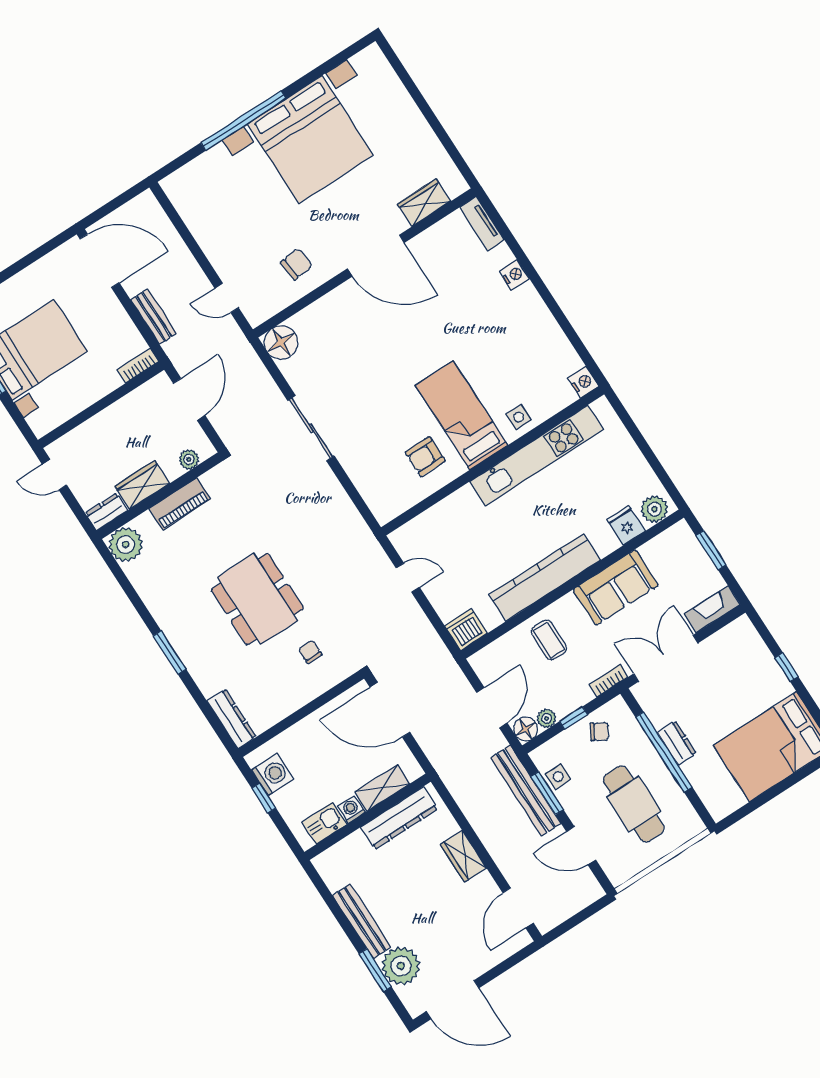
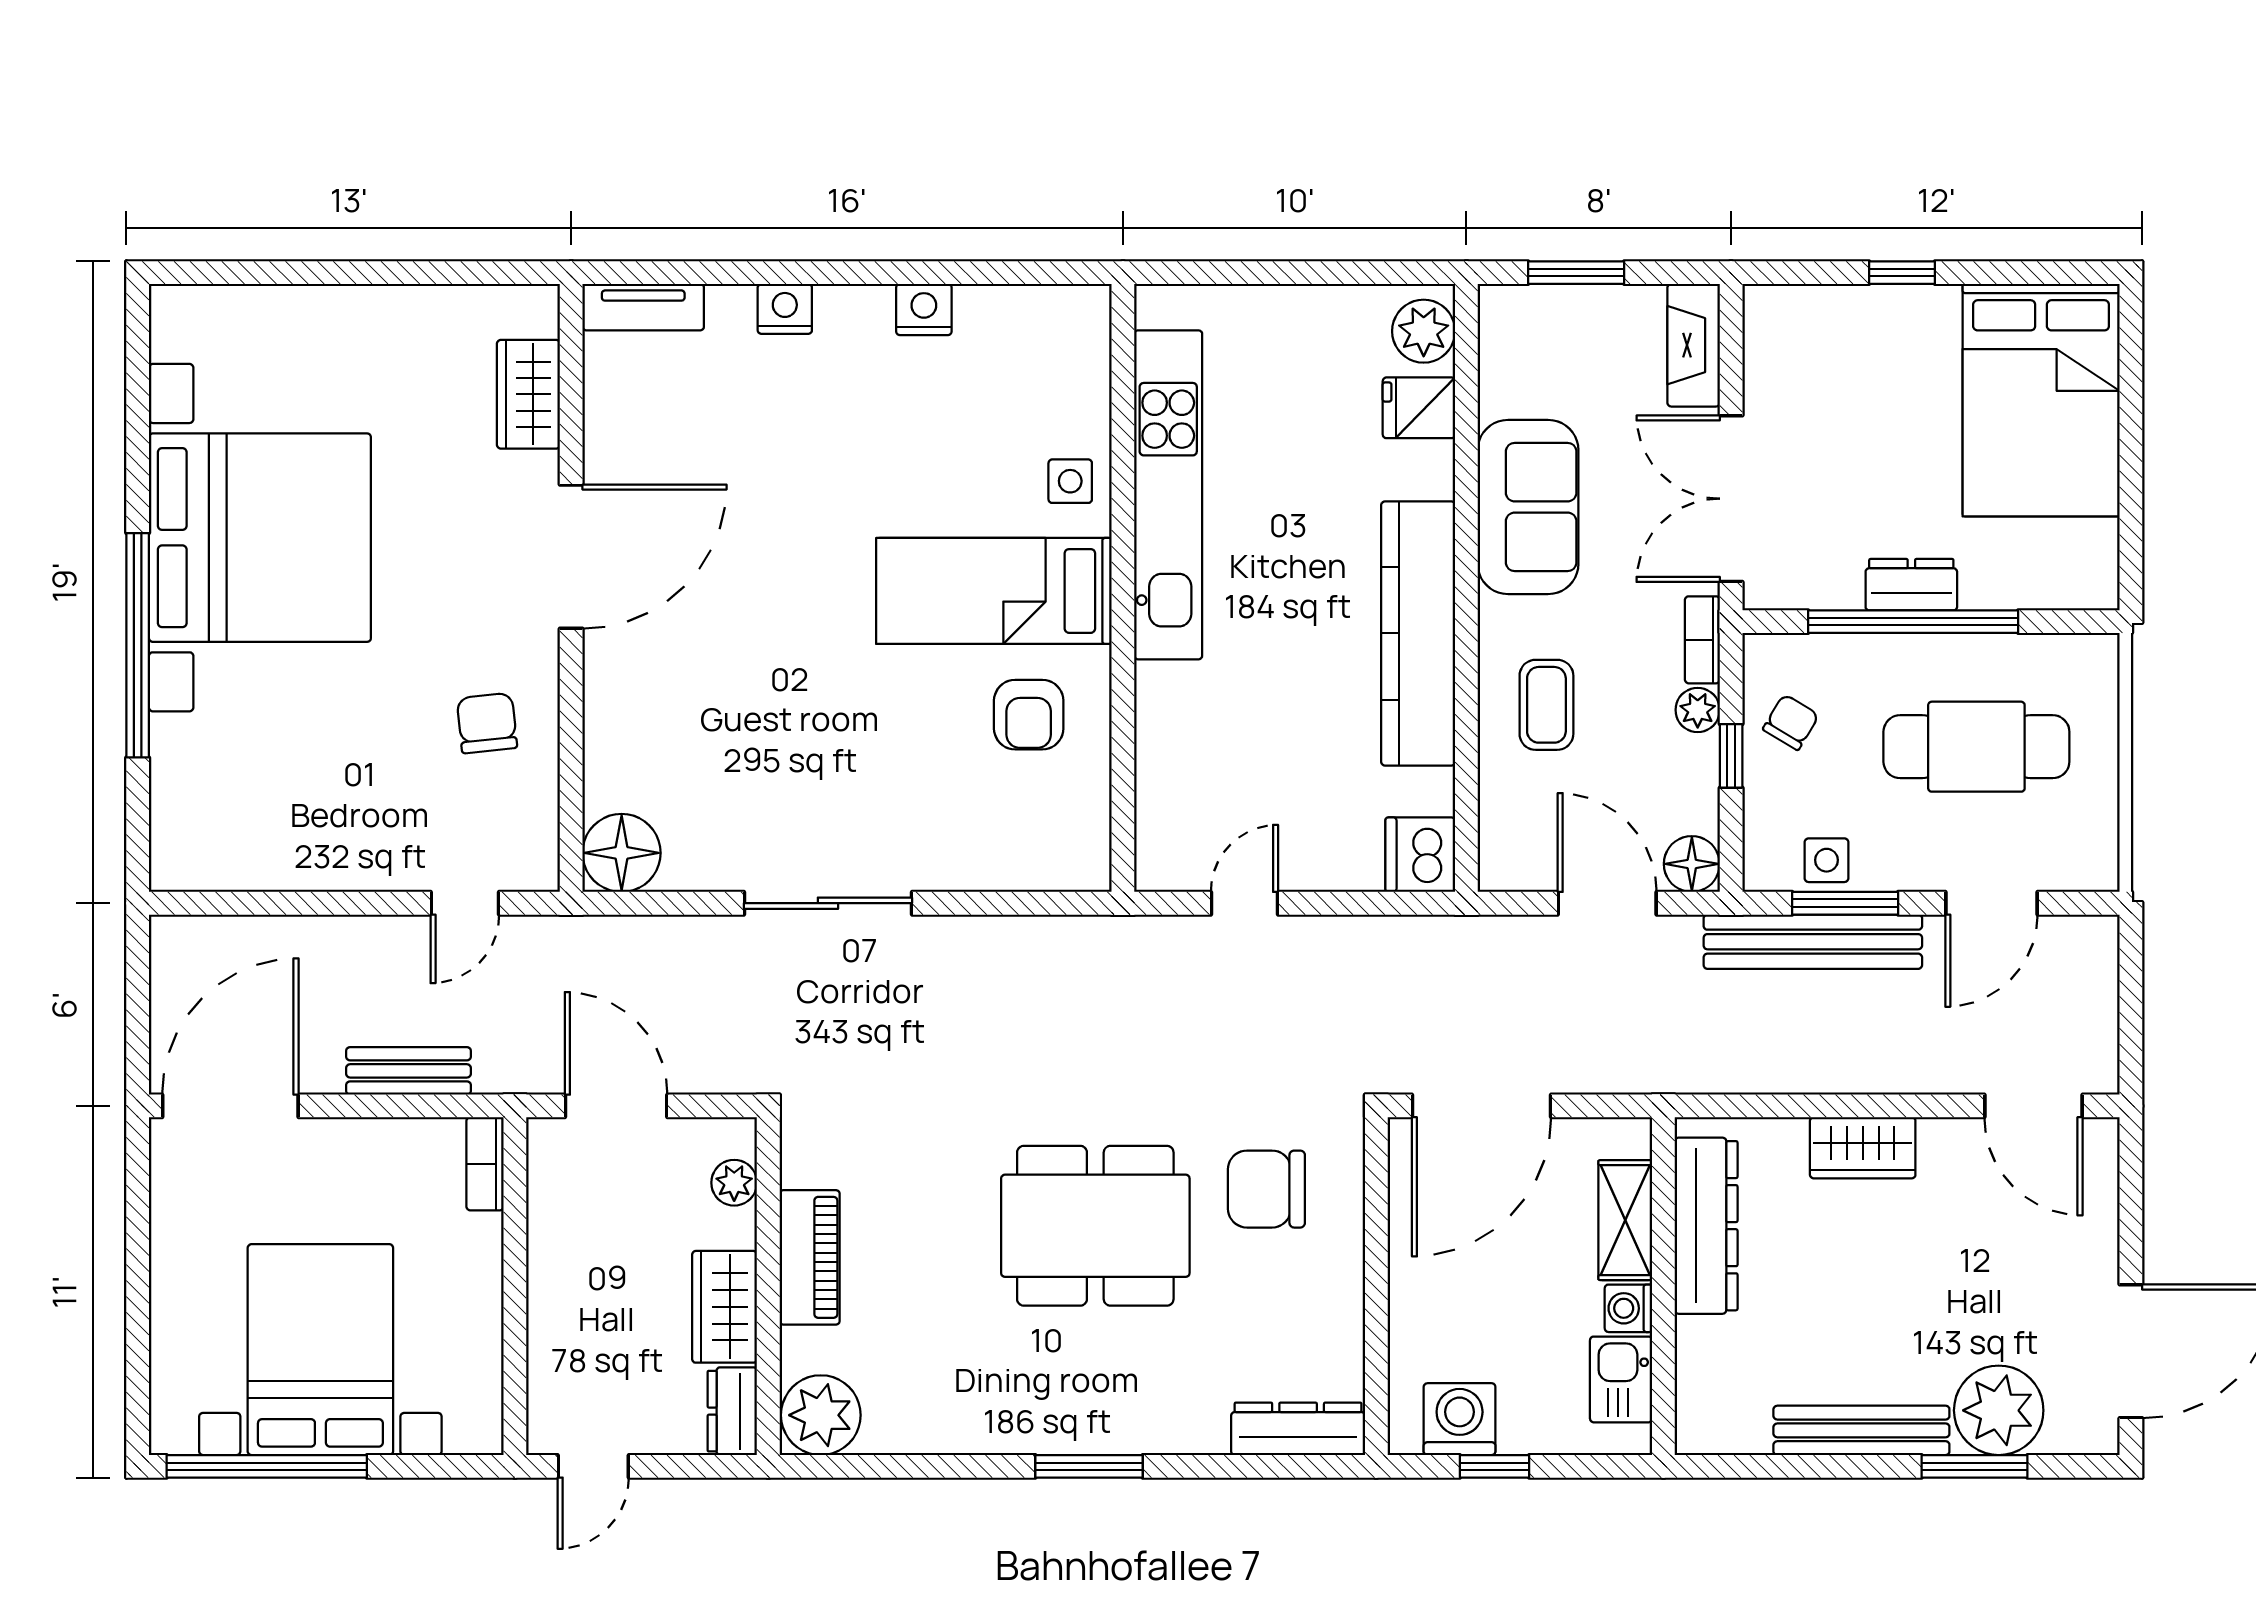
nightstand: (583, 382) -> (924, 310), moved
coffee table: (549, 640) -> (1546, 705), turned 90
chair: (310, 652) -> (1266, 1189), width x1.87, depth x1.87
plant: (547, 718) -> (1698, 710), moved

